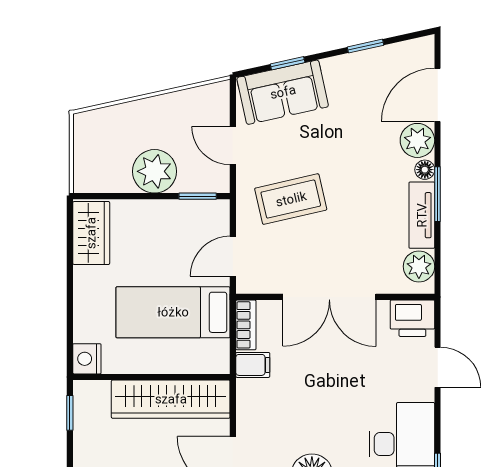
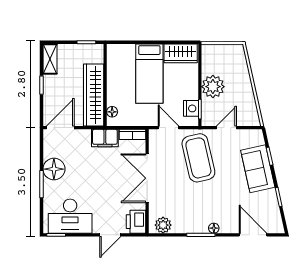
sofa: (283, 92) -> (258, 169), moved
plant: (417, 140) -> (229, 224), removed
coffee table: (291, 199) -> (198, 158), width x1.36, depth x1.32
tv unit: (422, 215) -> (190, 227), removed
bed: (173, 312) -> (149, 74), moved, turned 180
nightstand: (87, 359) -> (191, 108), moved, turned 90
floor lamp: (203, 364) -> (112, 112), added
filing cabinet: (253, 365) -> (105, 138), width x2.00

